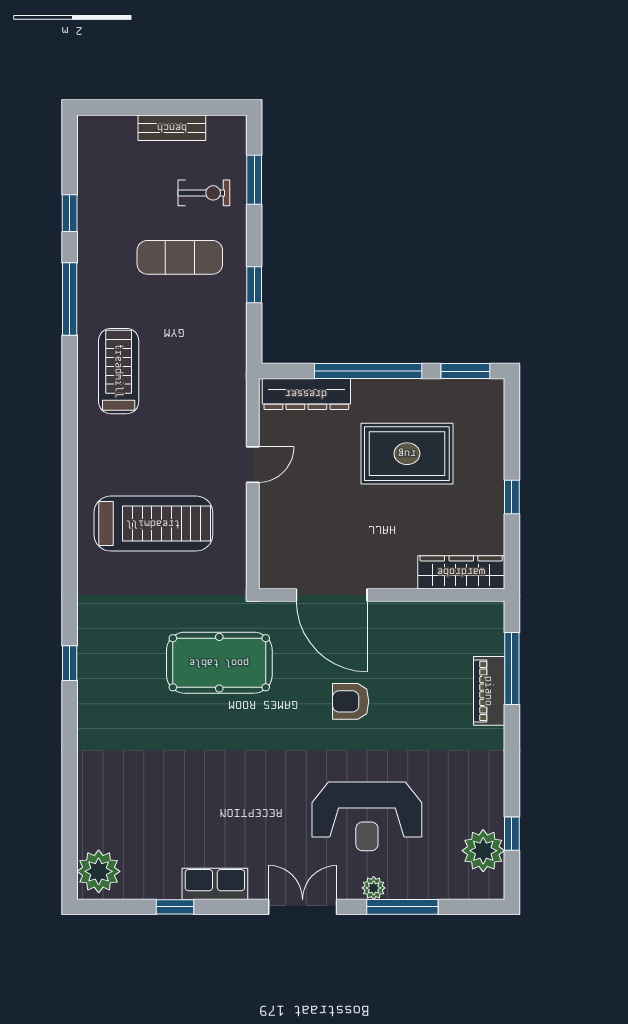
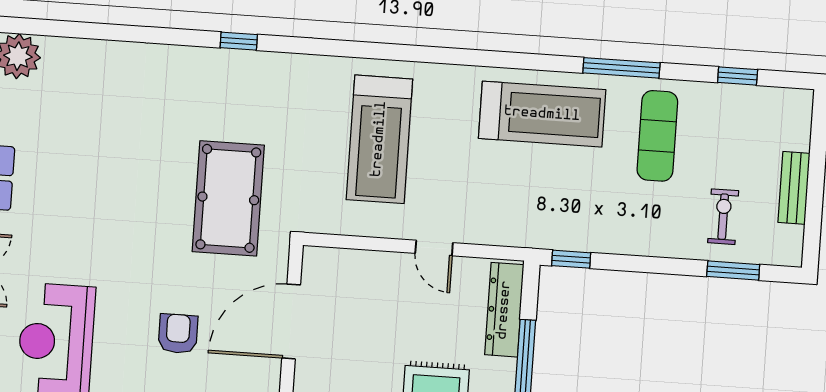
exercise bike: (204, 193) -> (723, 217), turned 180
window: (70, 213) -> (738, 76), moved
exercise mat: (180, 257) -> (657, 136), moved
window: (254, 285) -> (571, 259), moved
treadmill: (119, 371) -> (542, 114), width x1.37, depth x1.38

